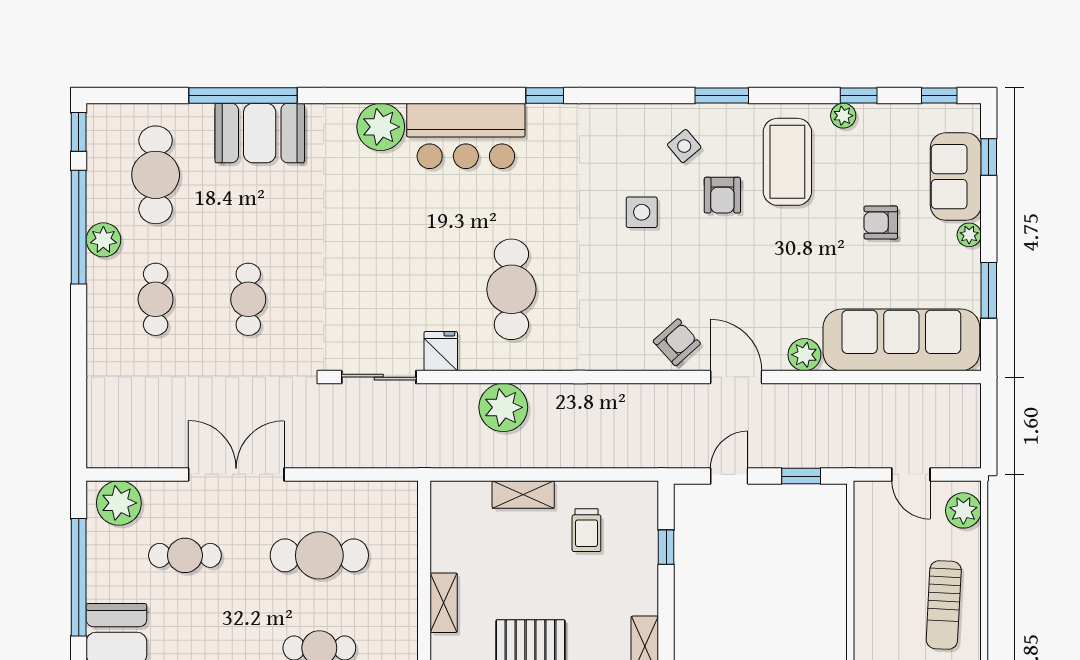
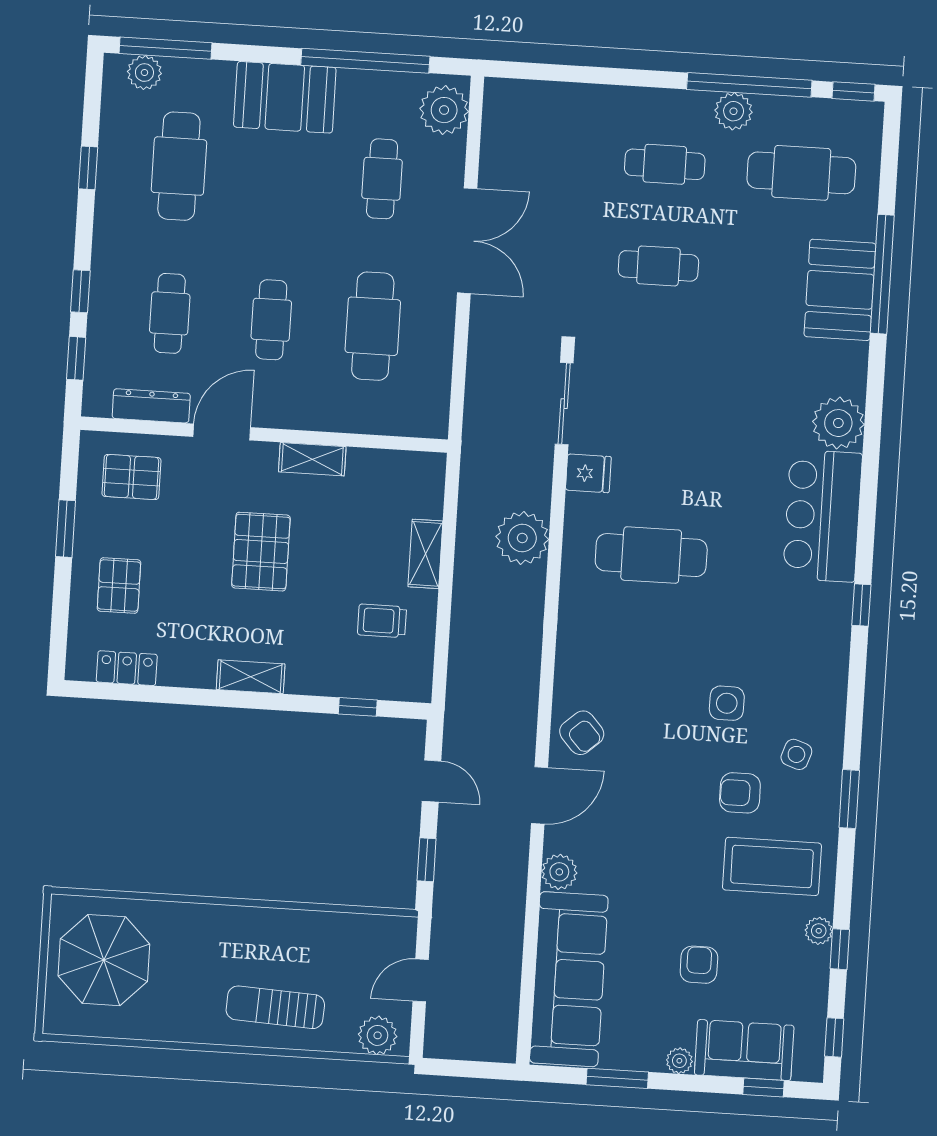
side table: (684, 146) -> (796, 754), turned -31

